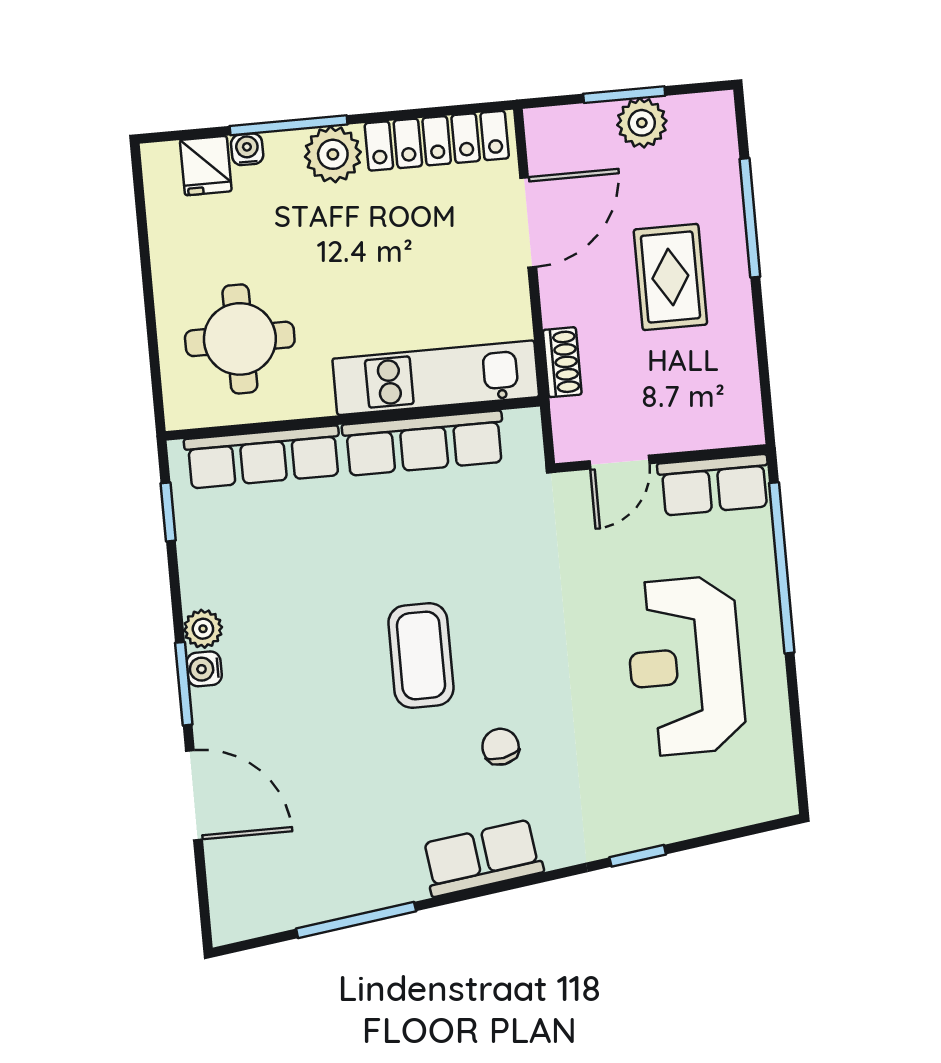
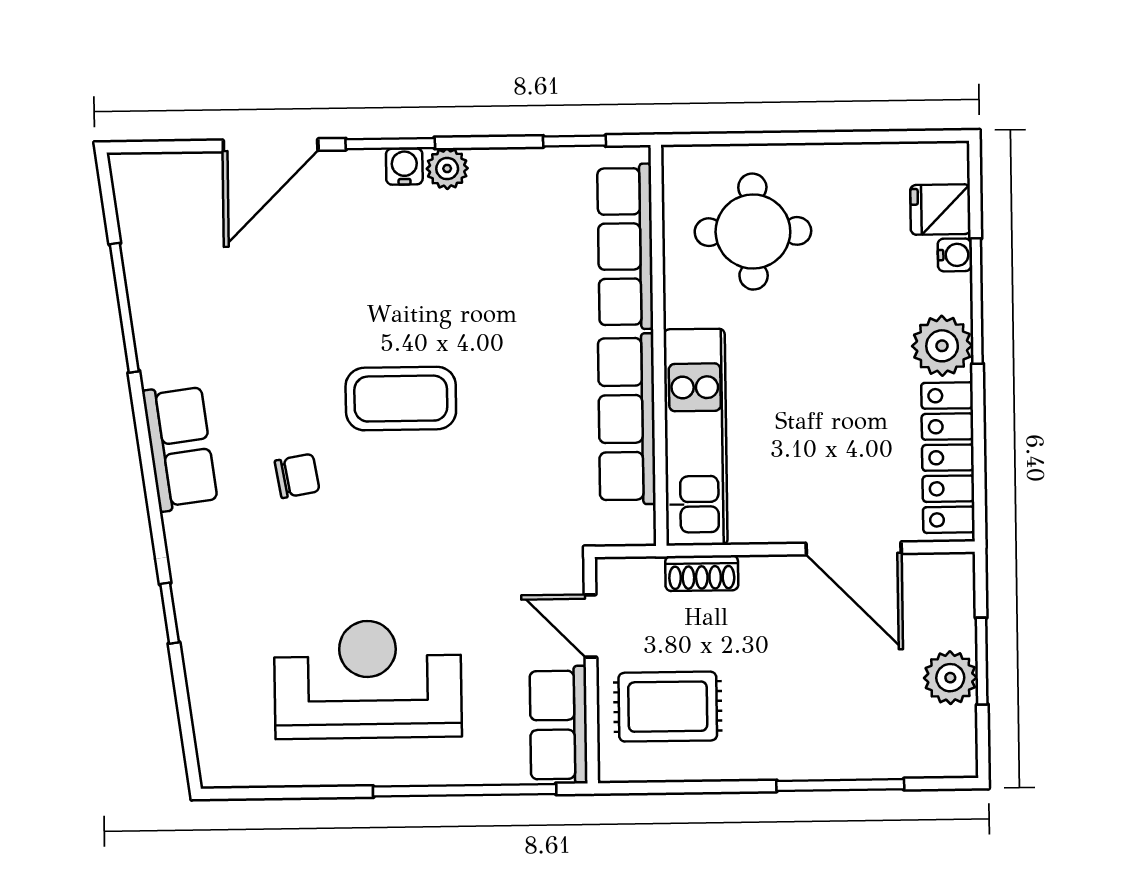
rug: (670, 277) -> (668, 707), moved

